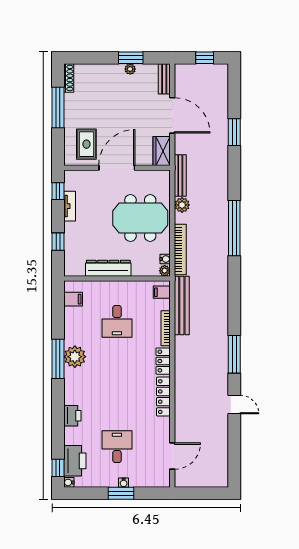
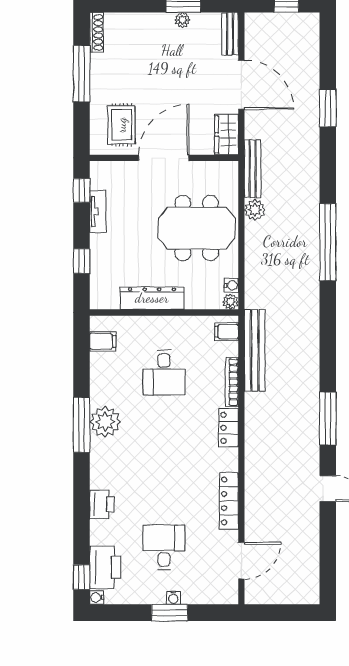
bookcase: (180, 250) -> (252, 272), removed
locker: (163, 397) -> (229, 501), moved

